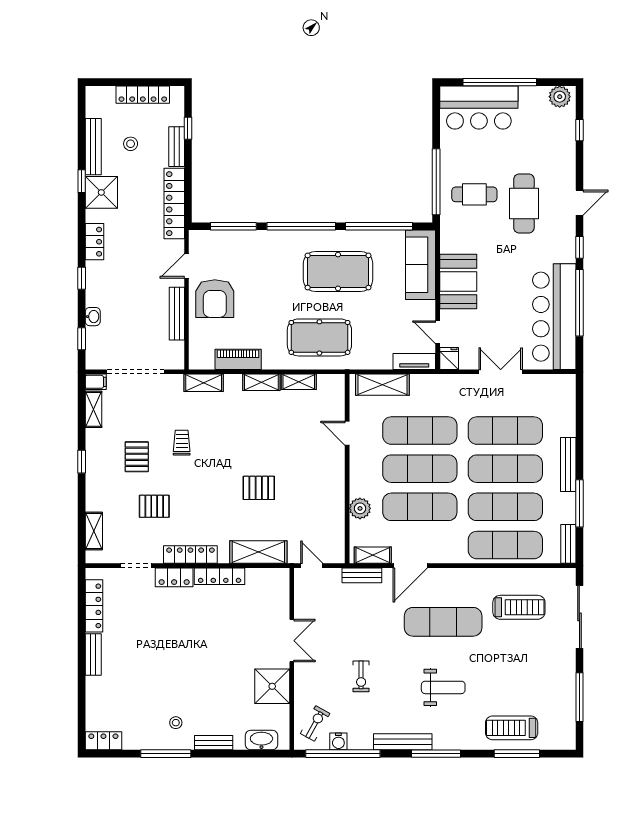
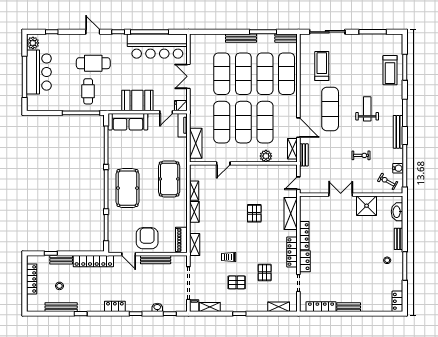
bar counter: (479, 108) -> (39, 72), moved
shower: (101, 192) -> (87, 302), removed
pool table: (338, 271) -> (128, 188), moved
armchair: (215, 299) -> (147, 238), turned -90
piano: (238, 359) -> (181, 240), moved

